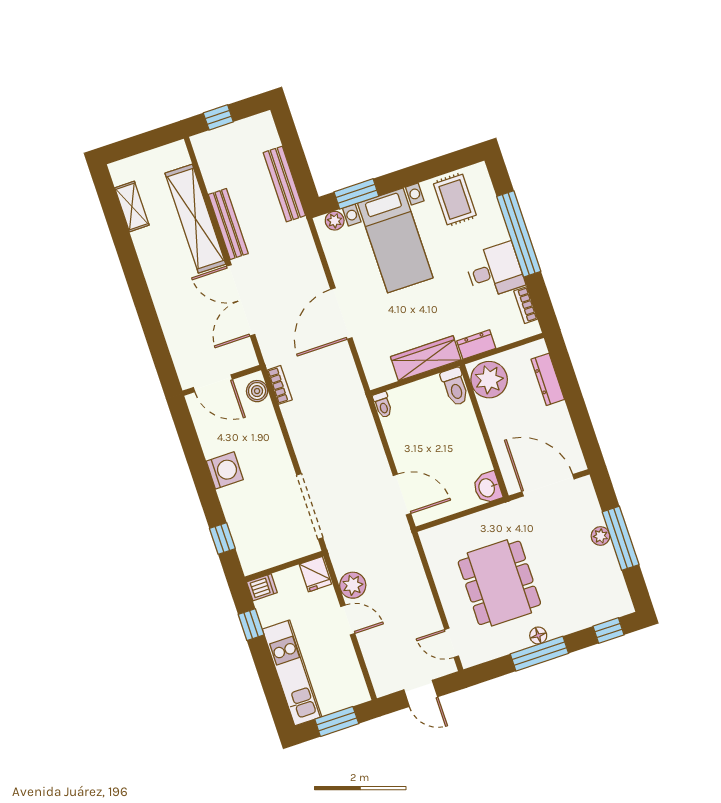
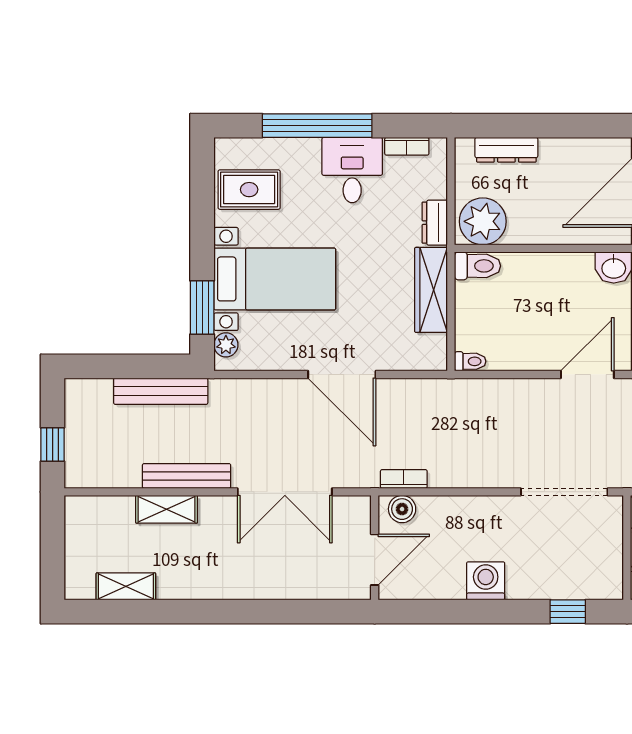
shelving: (195, 219) -> (167, 509), width x0.45, depth x0.75

